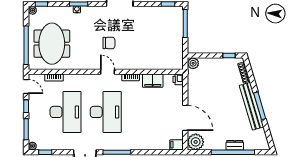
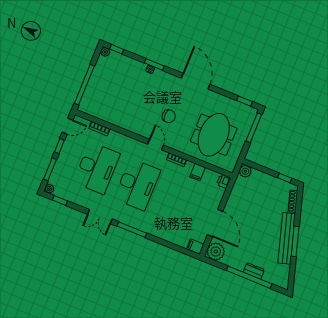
meeting table: (52, 44) -> (214, 135), moved
filing cabinet: (153, 81) -> (198, 172), width x0.50
door: (26, 87) -> (67, 126), hinge flipped

